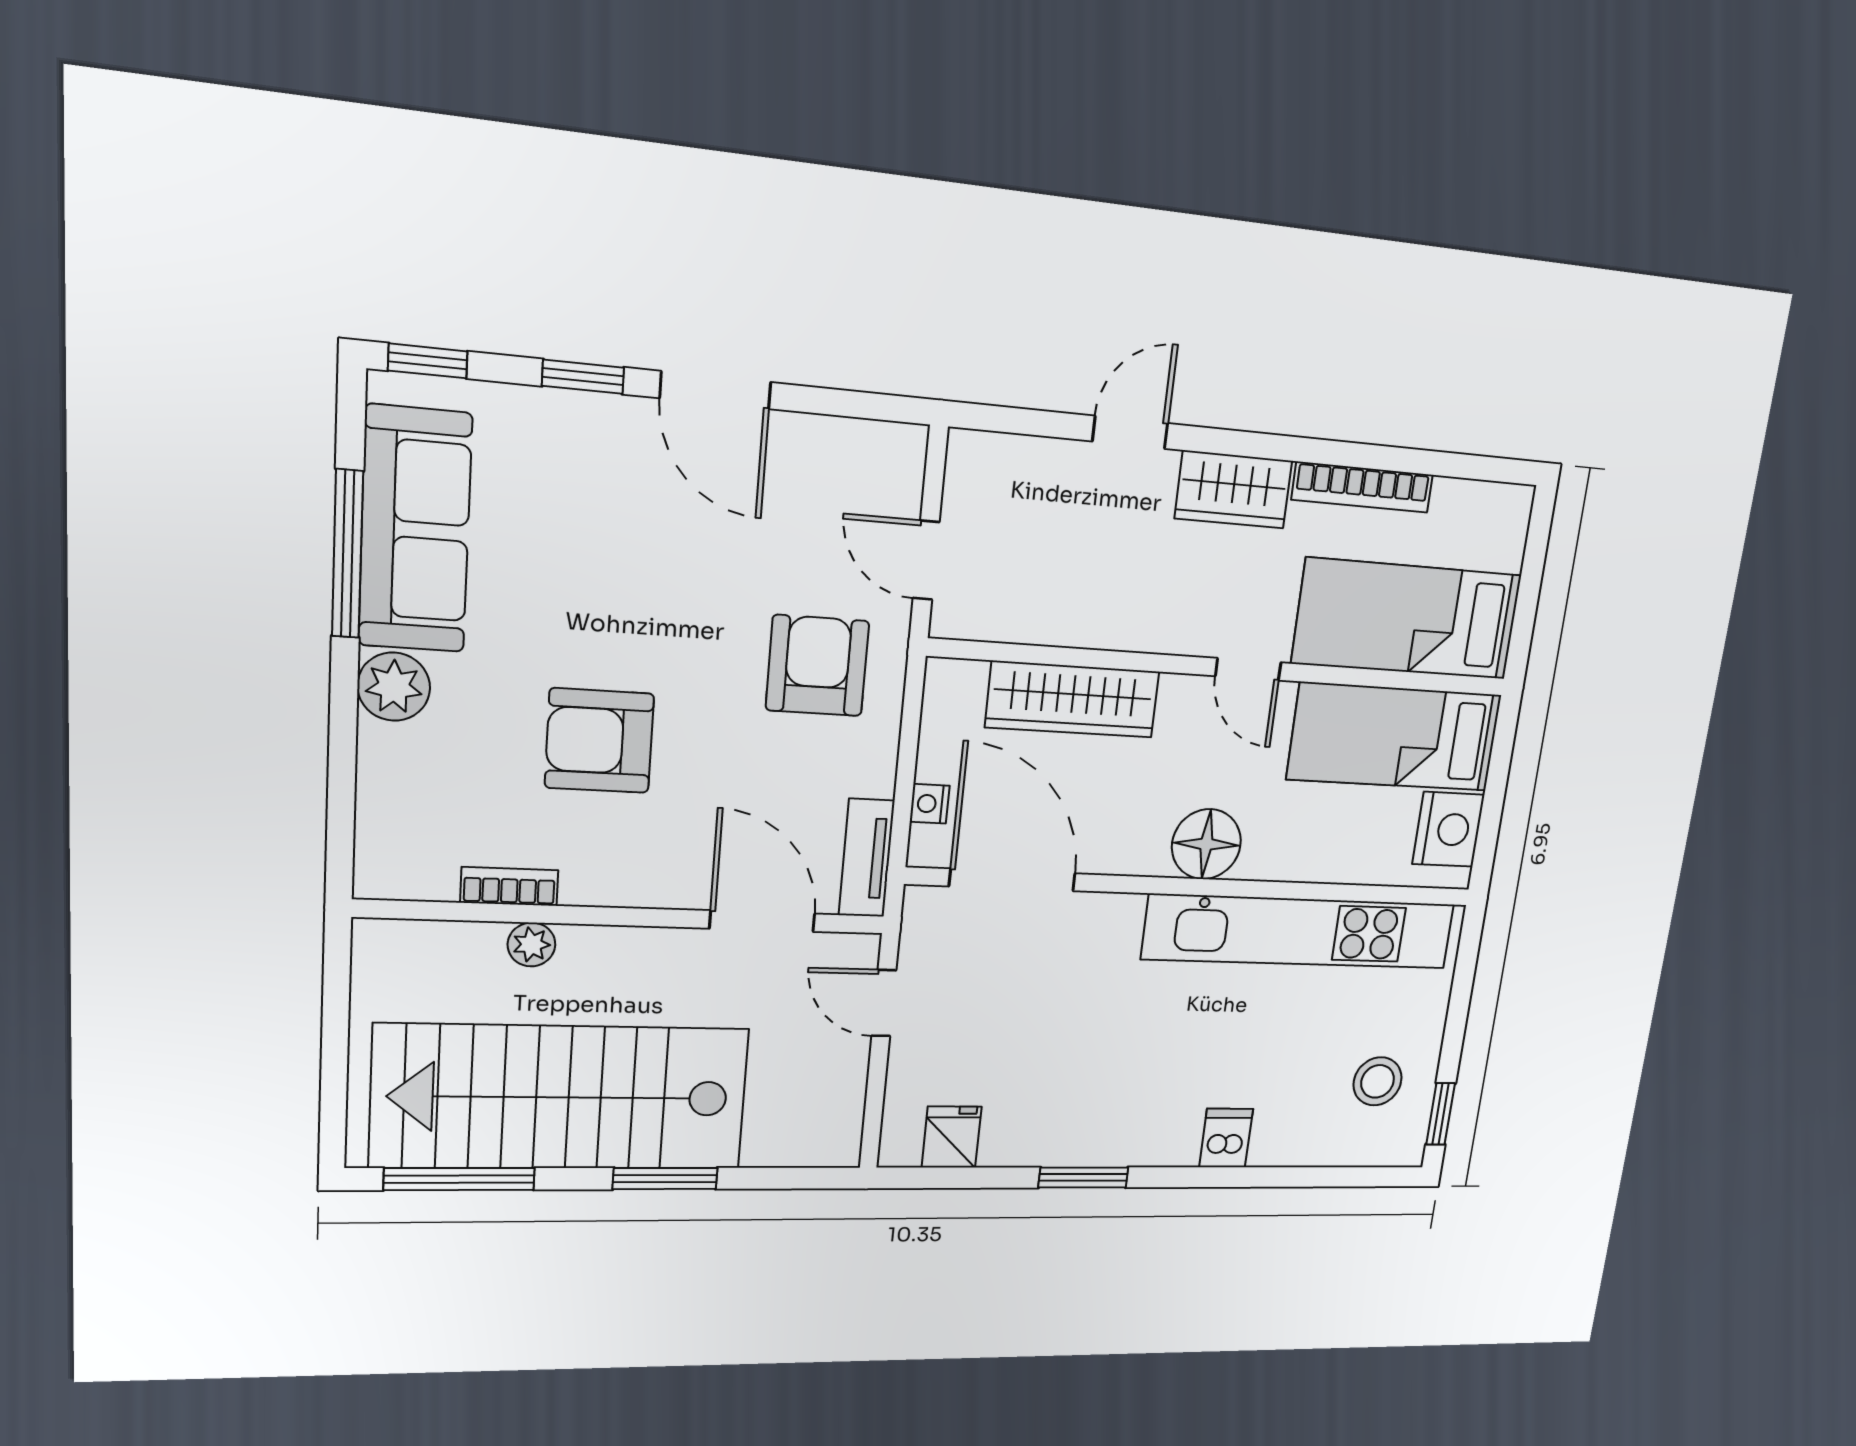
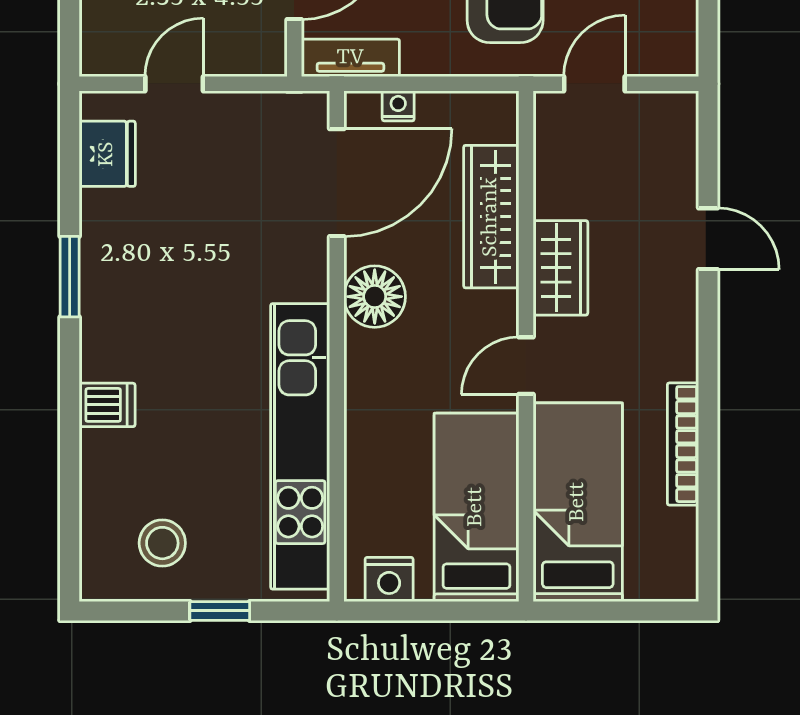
wardrobe: (1233, 490) -> (560, 268), moved, turned 180
nightstand: (1448, 829) -> (389, 579), width x0.74, depth x0.75
floor lamp: (1206, 844) -> (375, 297), moved
door: (884, 1003) -> (174, 84), moved
window: (1441, 1114) -> (220, 611), moved
fridge: (952, 1137) -> (107, 154), width x1.38

